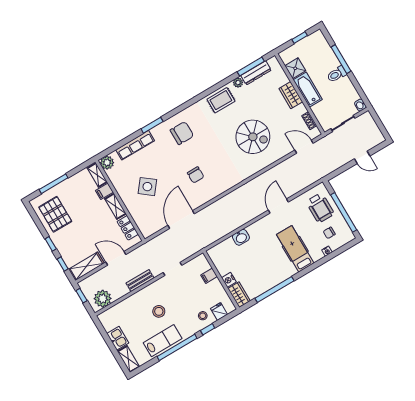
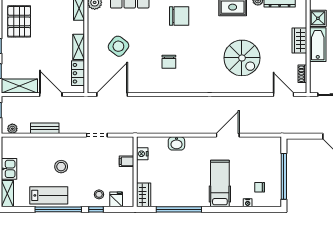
filing cabinet: (104, 191) -> (77, 27), removed
wheelchair: (320, 208) -> (265, 159), removed
door: (181, 219) -> (112, 95), moved
nightstand: (229, 280) -> (142, 154), moved
bench: (140, 281) -> (45, 128), moved
plant: (103, 299) -> (12, 129), width x0.53, depth x0.53

